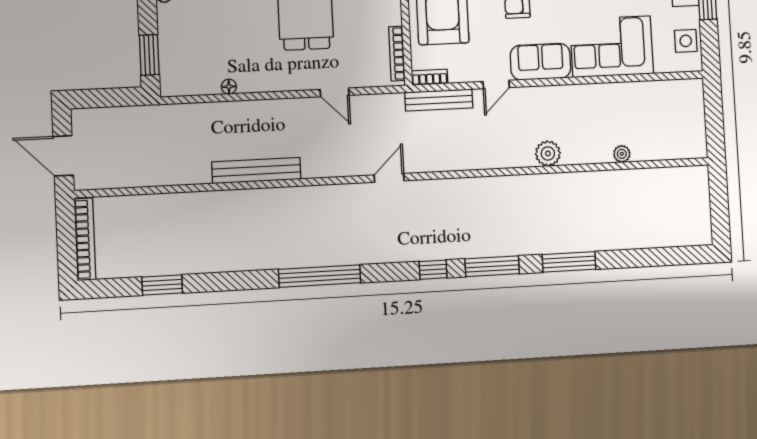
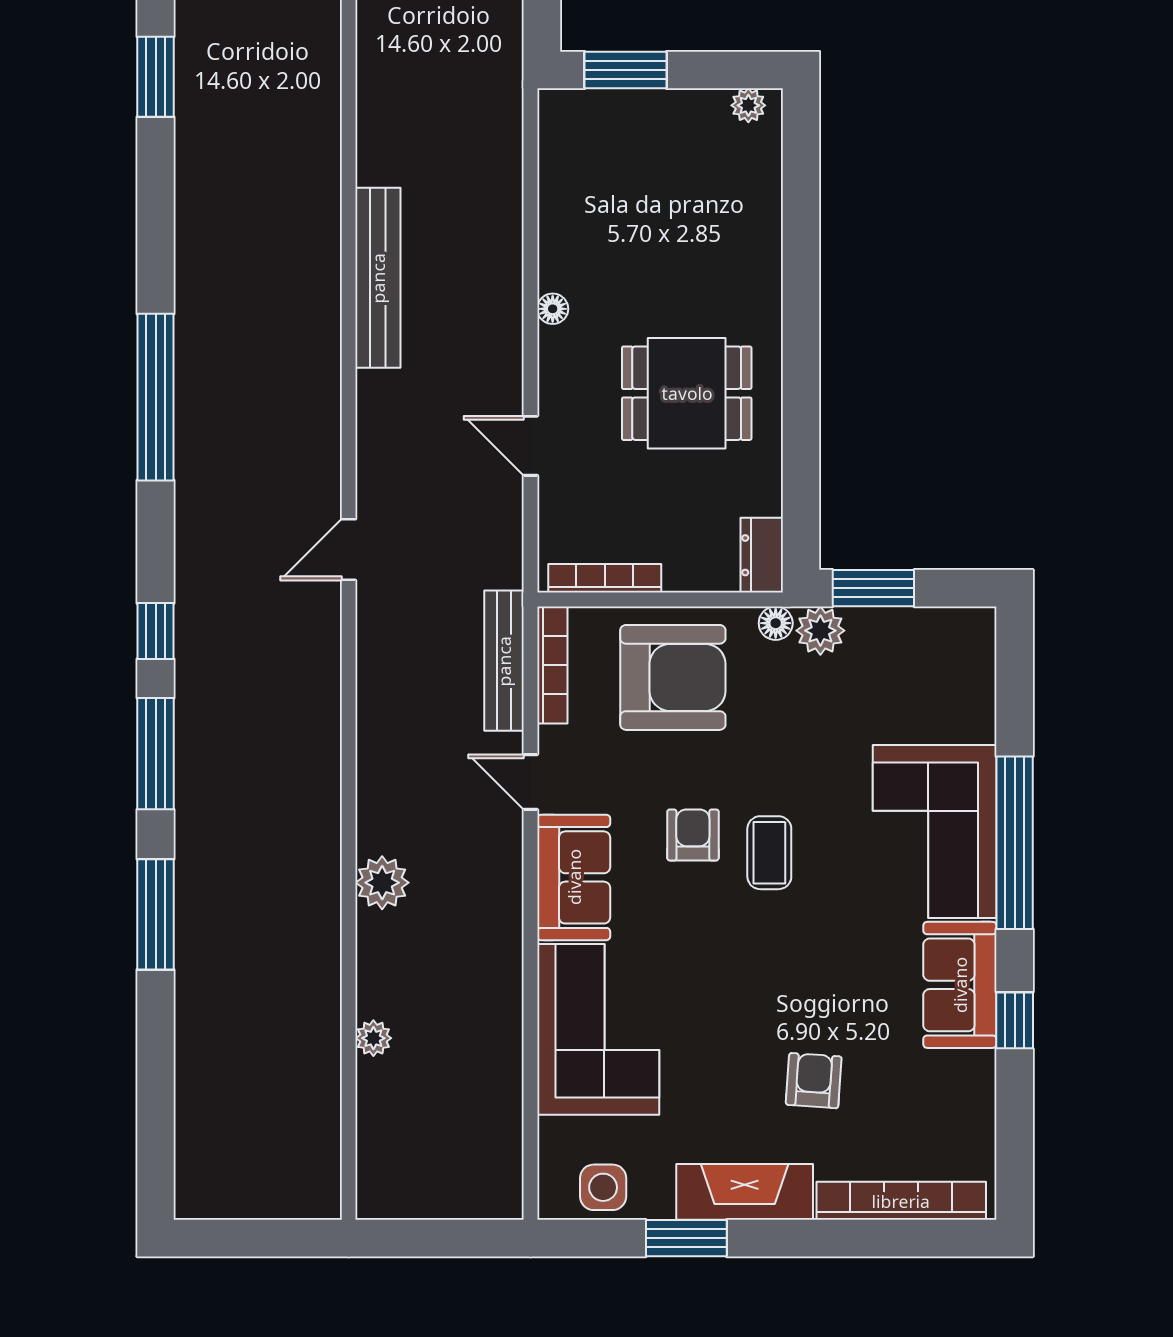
bookcase: (430, 77) -> (552, 665), width x1.56
floor lamp: (229, 87) -> (553, 309), moved
door: (335, 92) -> (530, 446), hinge flipped
door: (389, 178) -> (349, 550), swing flipped

